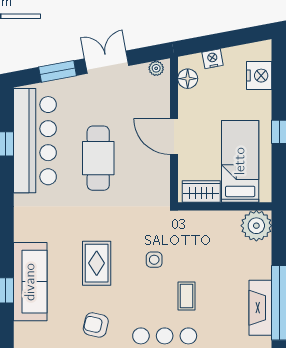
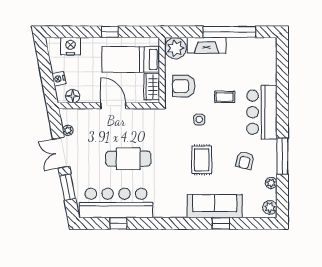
plant: (156, 68) -> (68, 130), moved
door: (174, 137) -> (113, 106), swing flipped
armchair: (202, 237) -> (184, 86), added
rug: (97, 263) -> (202, 160), turned 90
fireplace: (260, 308) -> (207, 45), moved

